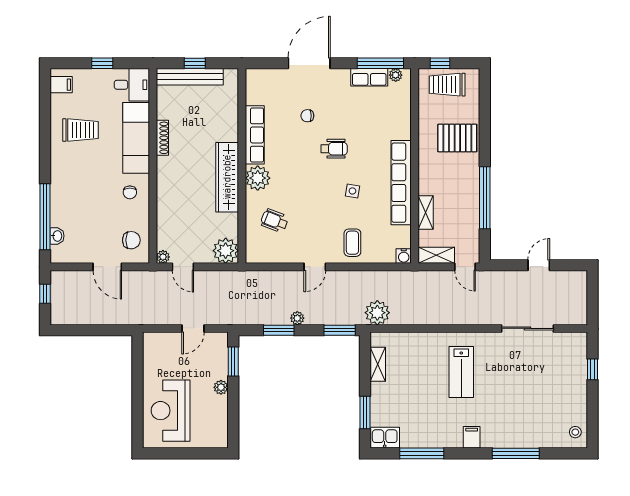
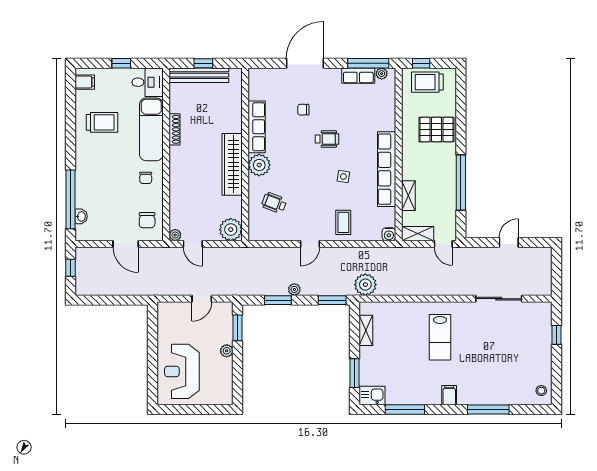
chair: (131, 240) -> (147, 220), turned 90

